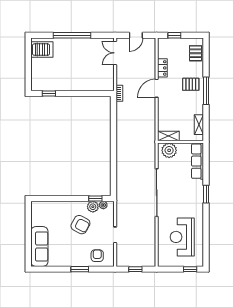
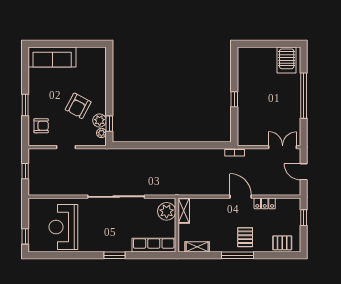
window: (49, 93) -> (234, 99), moved
reception desk: (182, 237) -> (63, 227), turned -90

